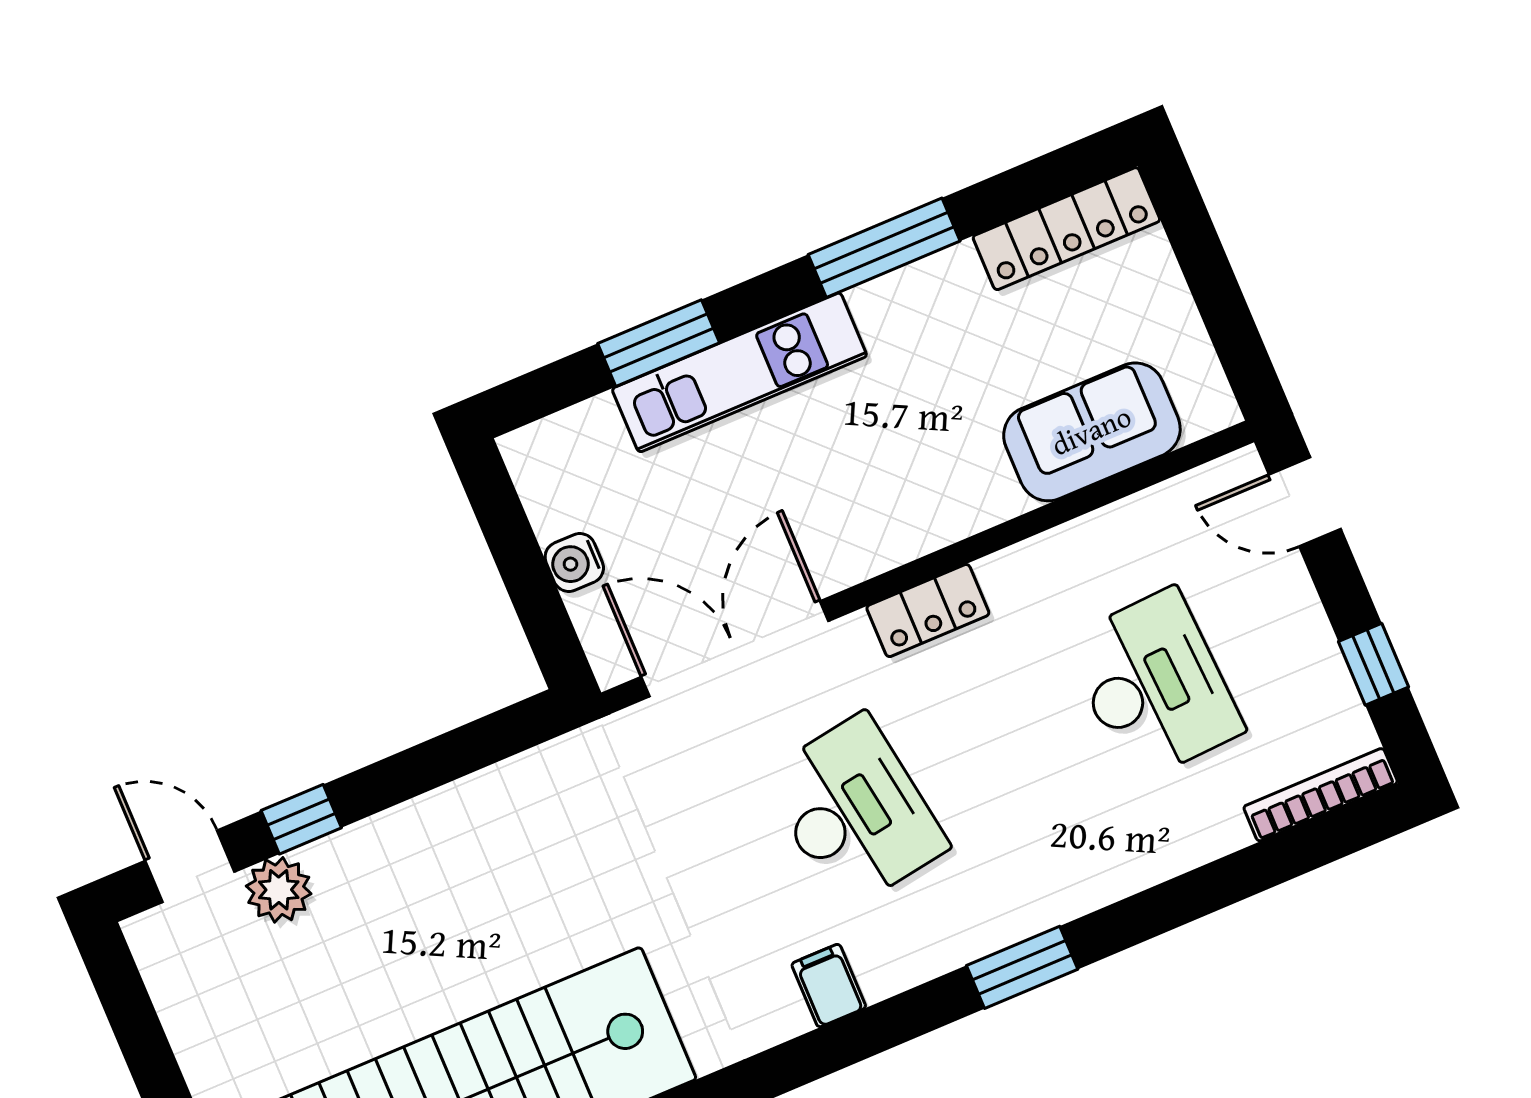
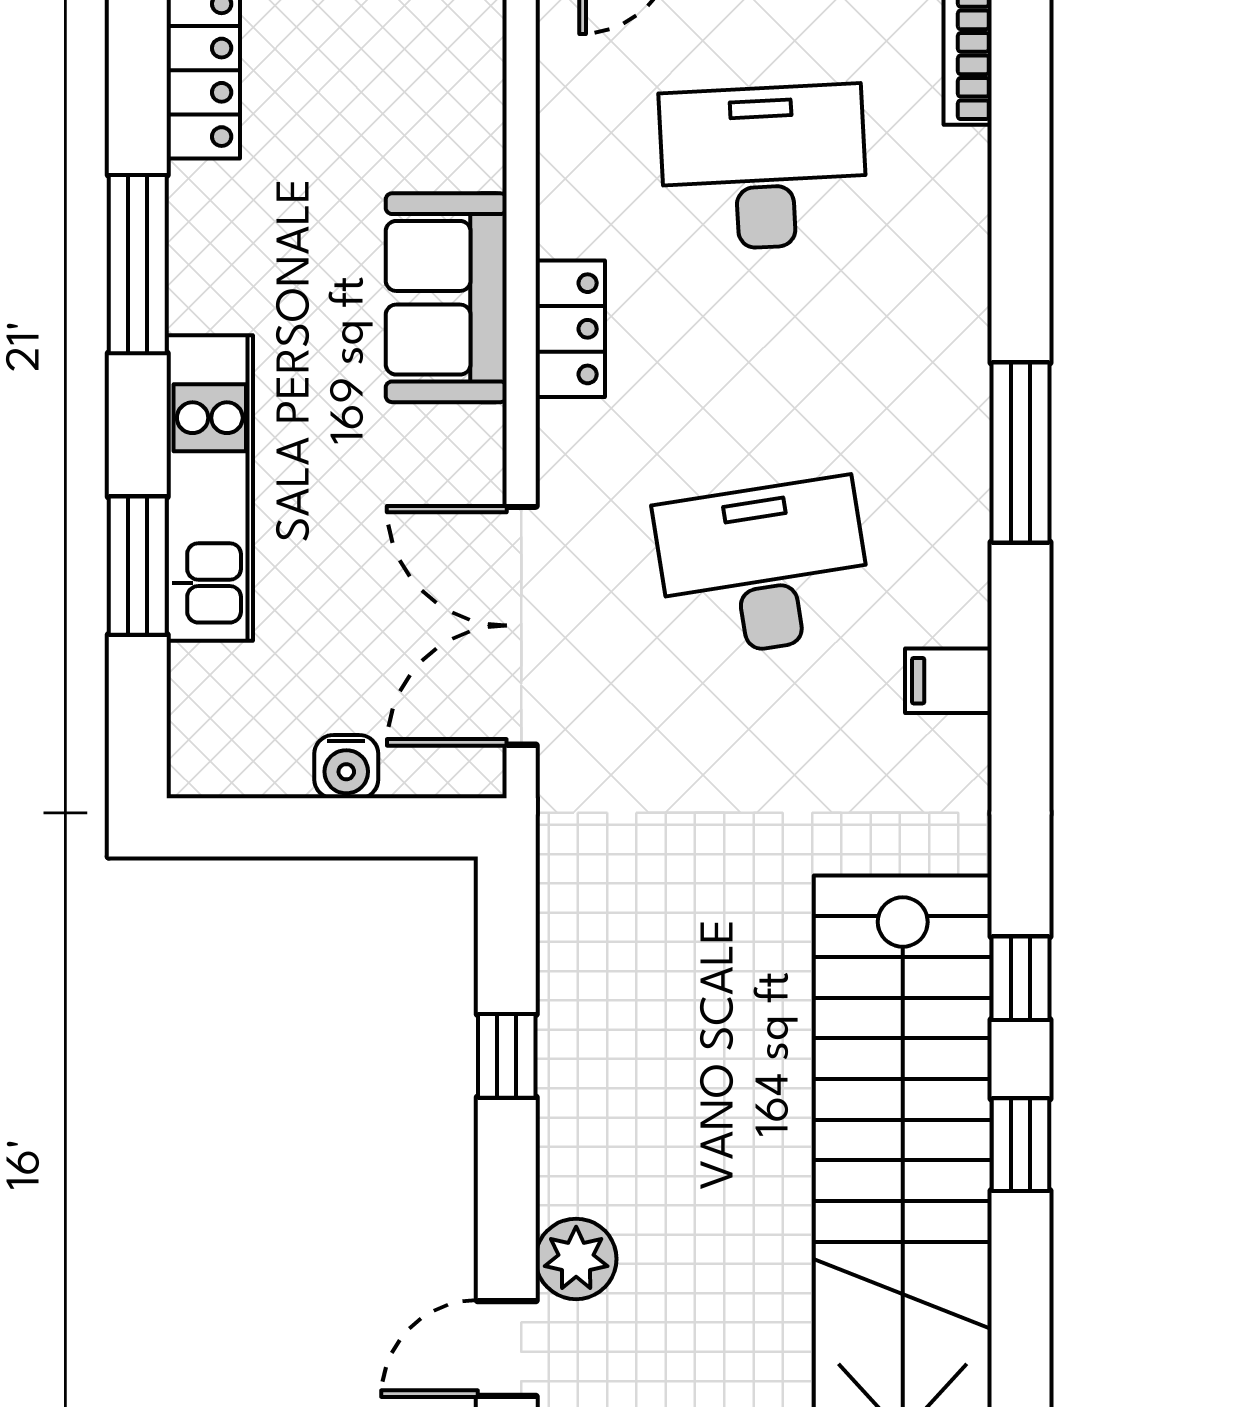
sofa: (1092, 432) -> (446, 298), moved
locker: (928, 611) -> (570, 329), moved
window: (301, 819) -> (507, 1056), moved
window: (1022, 967) -> (1020, 452), width x1.44

